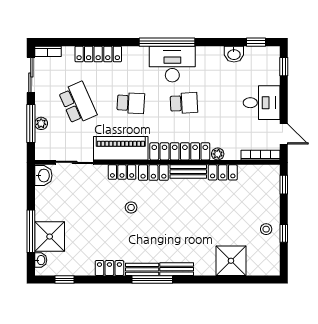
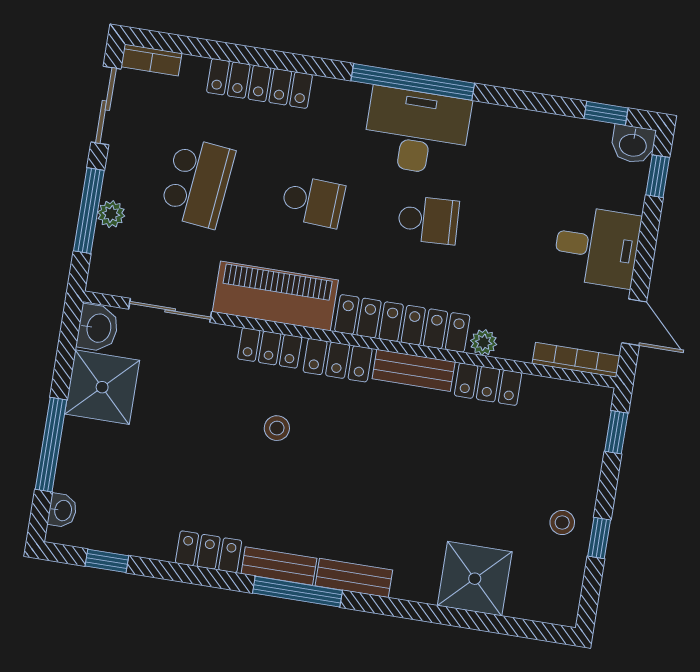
washbasin: (234, 54) -> (633, 144), moved
school desk: (78, 103) -> (197, 183), turned 30
shower: (50, 237) -> (102, 387), moved

